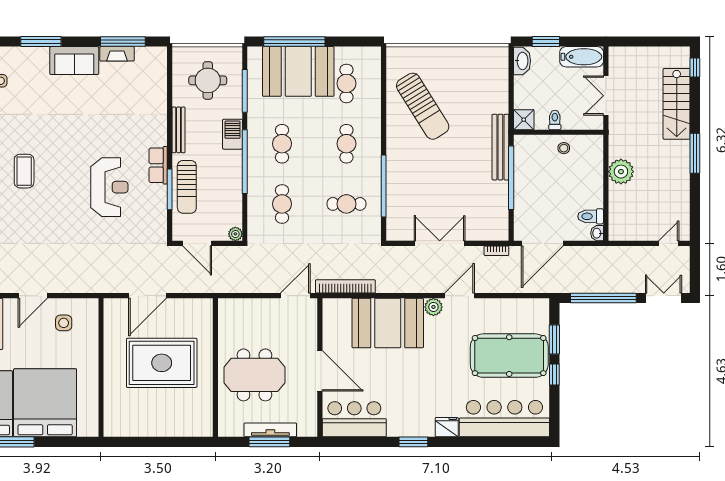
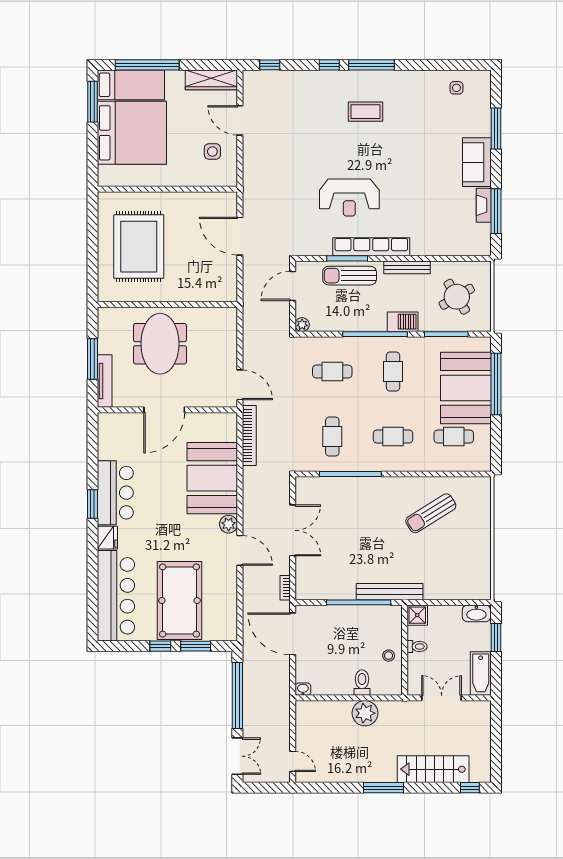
round table: (208, 80) -> (457, 297), turned -31
sun lounger: (423, 106) -> (431, 513), width x0.73, depth x0.75
cafe table: (282, 144) -> (393, 372), turned 90
row of seats: (158, 165) -> (371, 247), width x2.02
toilet: (591, 216) -> (362, 683), moved
rug: (162, 363) -> (139, 247), moved
bar counter: (354, 419) -> (115, 493), moved
tv unit: (270, 430) -> (105, 381), moved

